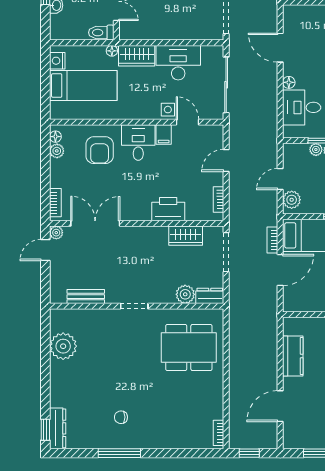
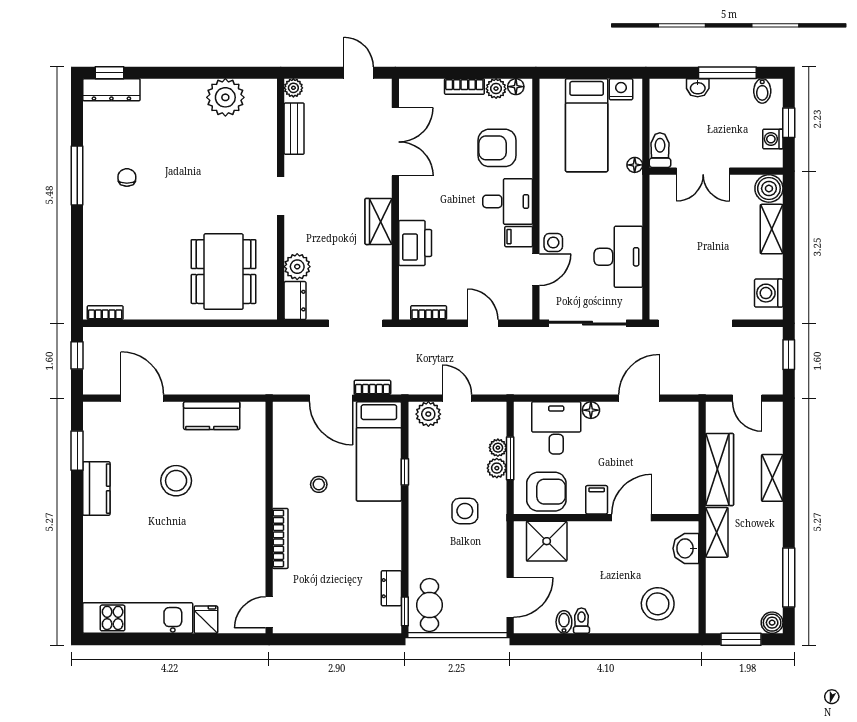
wardrobe: (137, 56) -> (628, 199), removed
bookcase: (55, 203) -> (464, 87), moved
plant: (56, 233) -> (293, 88), moved
wardrobe: (186, 236) -> (379, 221), moved

